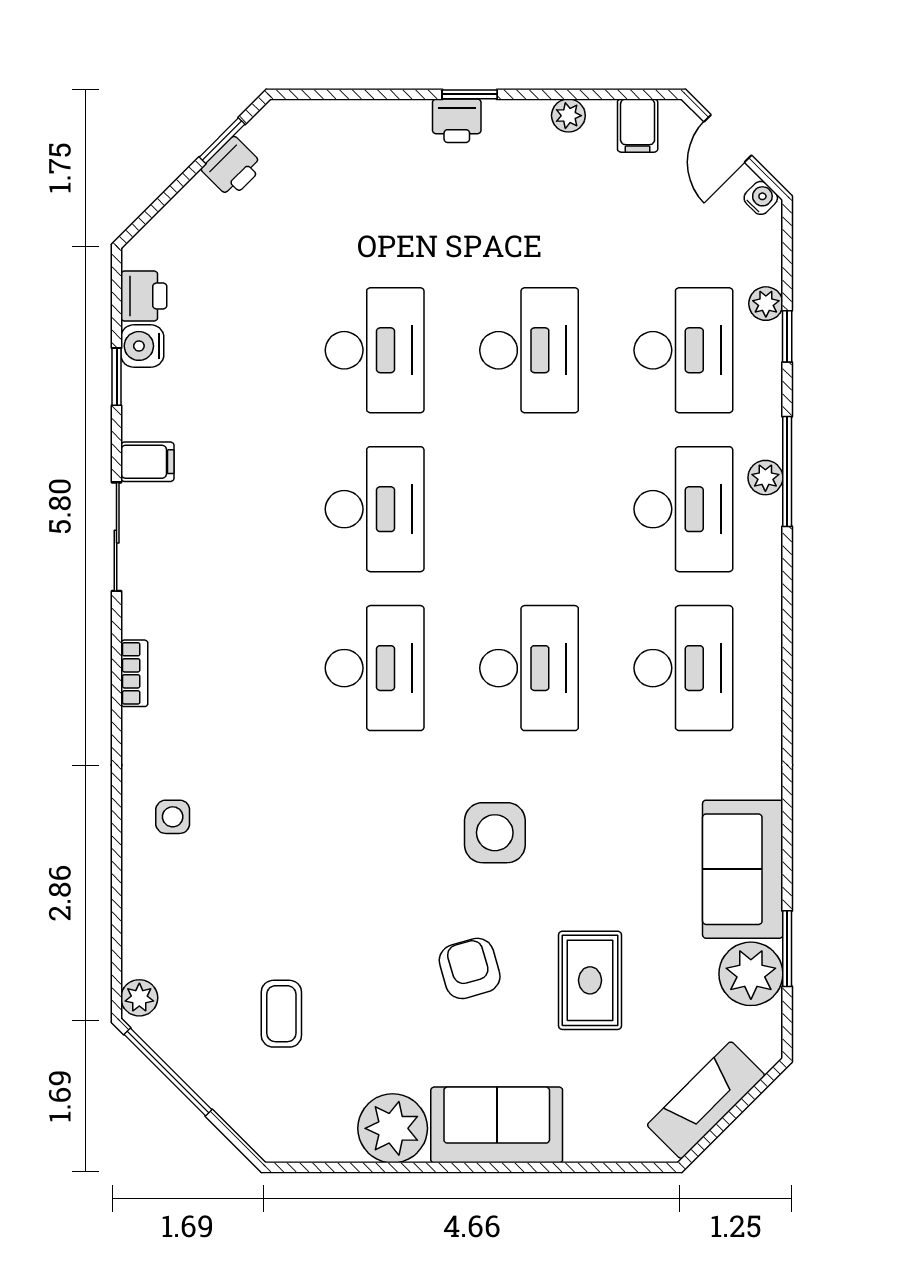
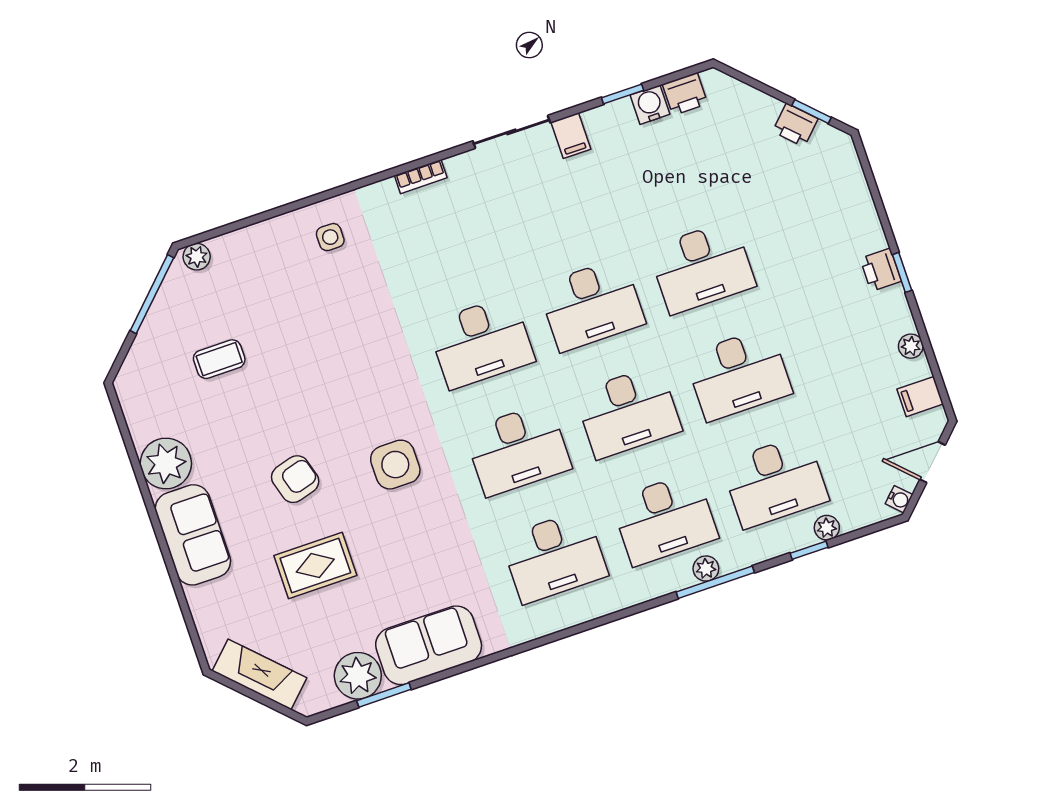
desk: (529, 509) -> (628, 412), added

